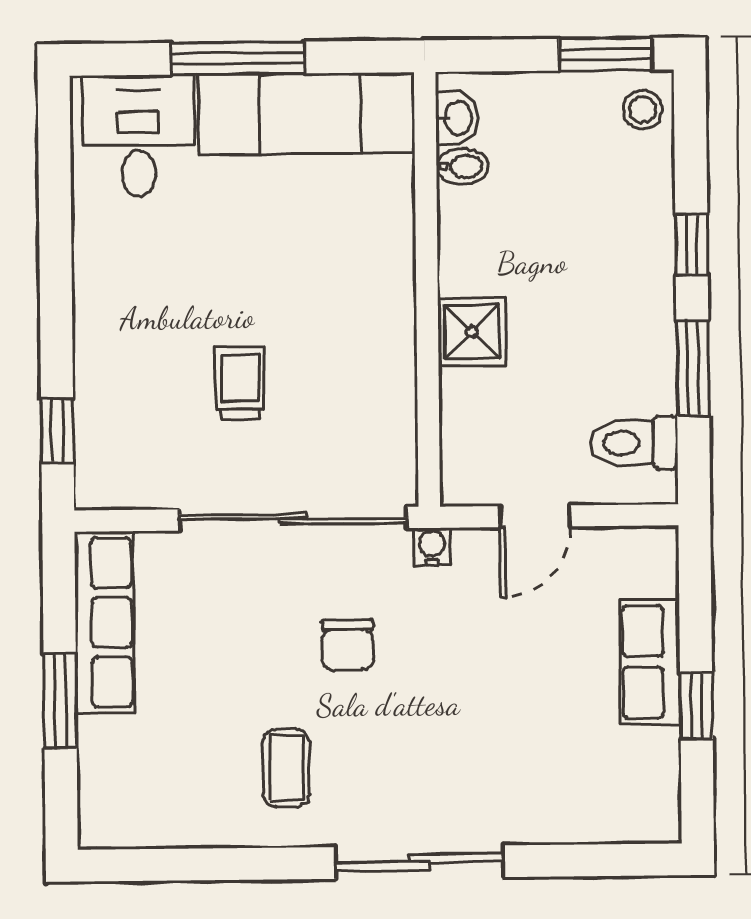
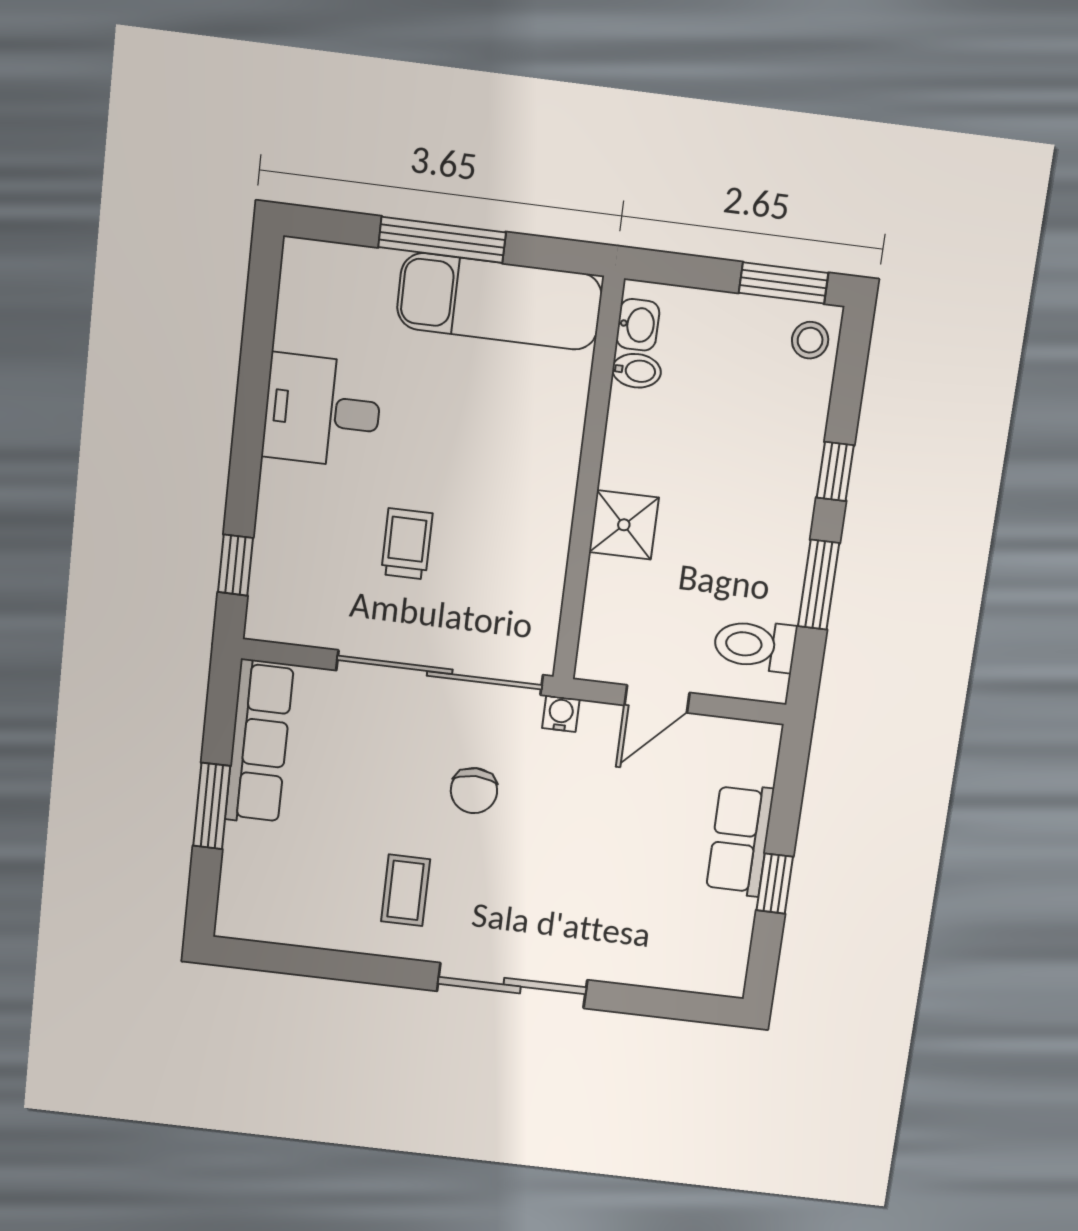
desk: (138, 136) -> (322, 411), moved, turned -90

